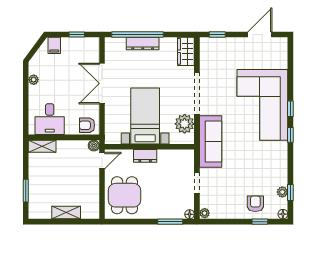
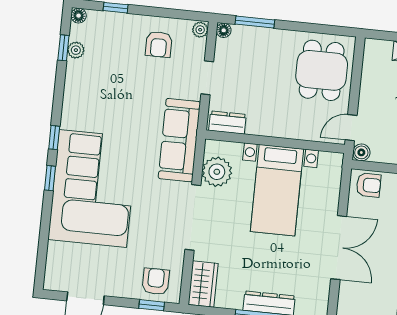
armchair: (216, 50) -> (156, 281), added
dresser: (145, 156) -> (228, 122), moved
armchair: (255, 204) -> (159, 44), moved

